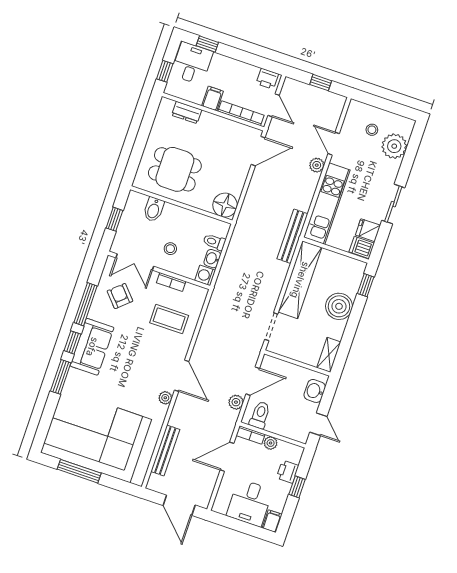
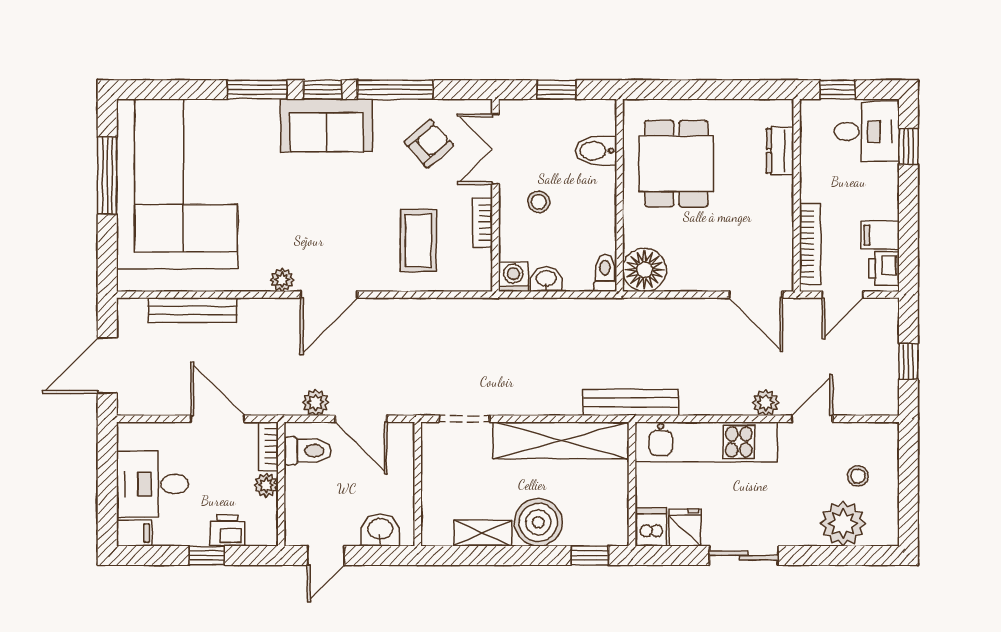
filing cabinet: (213, 99) -> (880, 235), moved, turned 180
toilet: (214, 242) -> (605, 273), moved
shelving: (329, 355) -> (483, 533), moved

